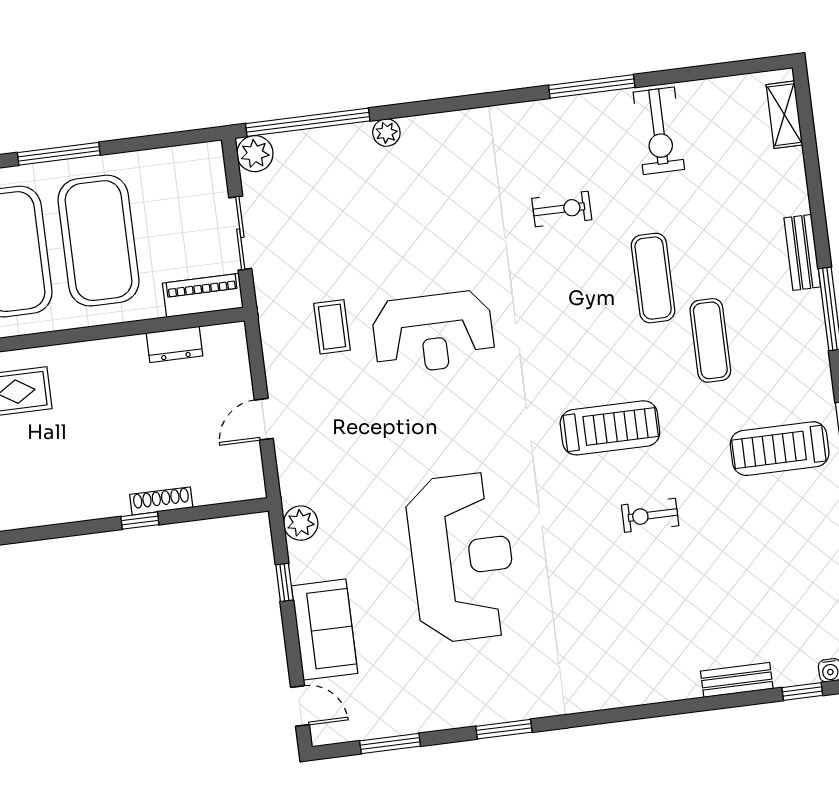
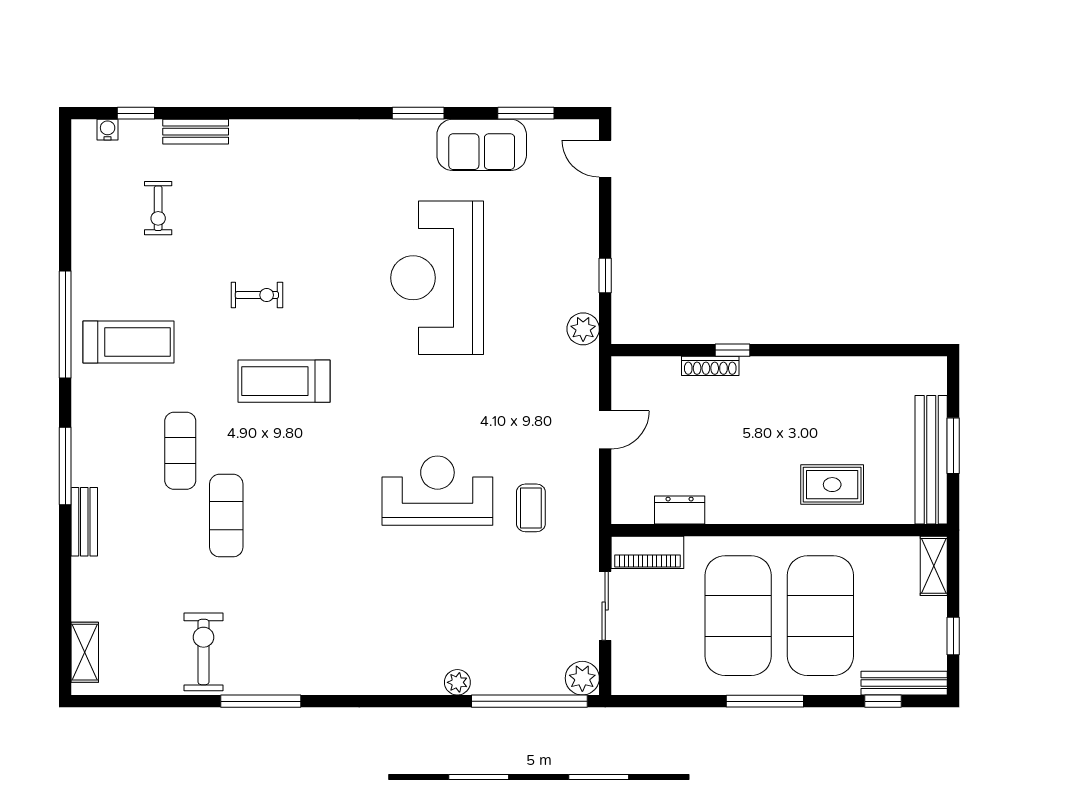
exercise bike: (562, 209) -> (158, 208), moved, turned -90
sofa: (325, 630) -> (482, 145), moved, turned -90

